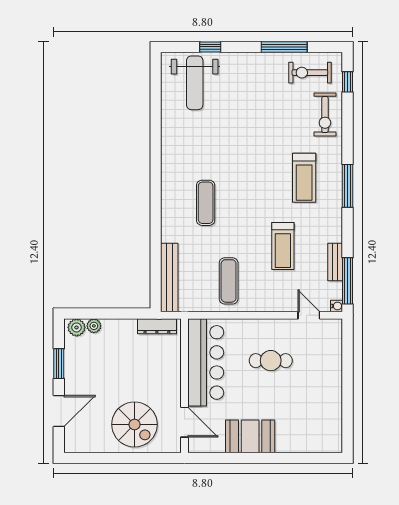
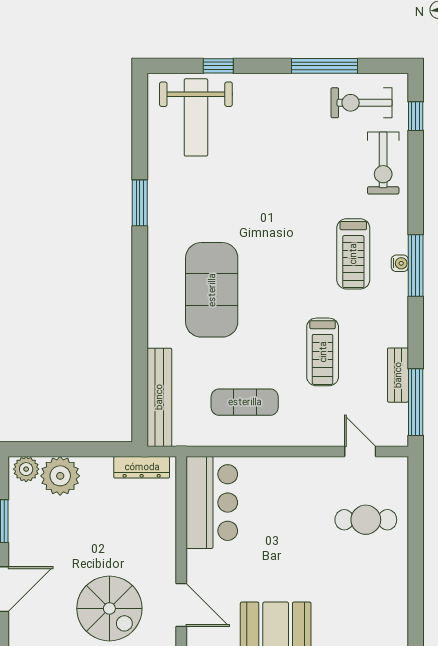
window: (156, 142) -> (140, 203), added
exercise mat: (206, 203) -> (212, 290), width x2.00, depth x1.45
exercise mat: (229, 281) -> (245, 402), turned 90
water cooler: (337, 306) -> (400, 263), moved
plant: (94, 326) -> (60, 476), width x1.87, depth x1.87
cafe table: (271, 361) -> (366, 520), moved
bar counter: (206, 362) -> (212, 503), width x0.73

